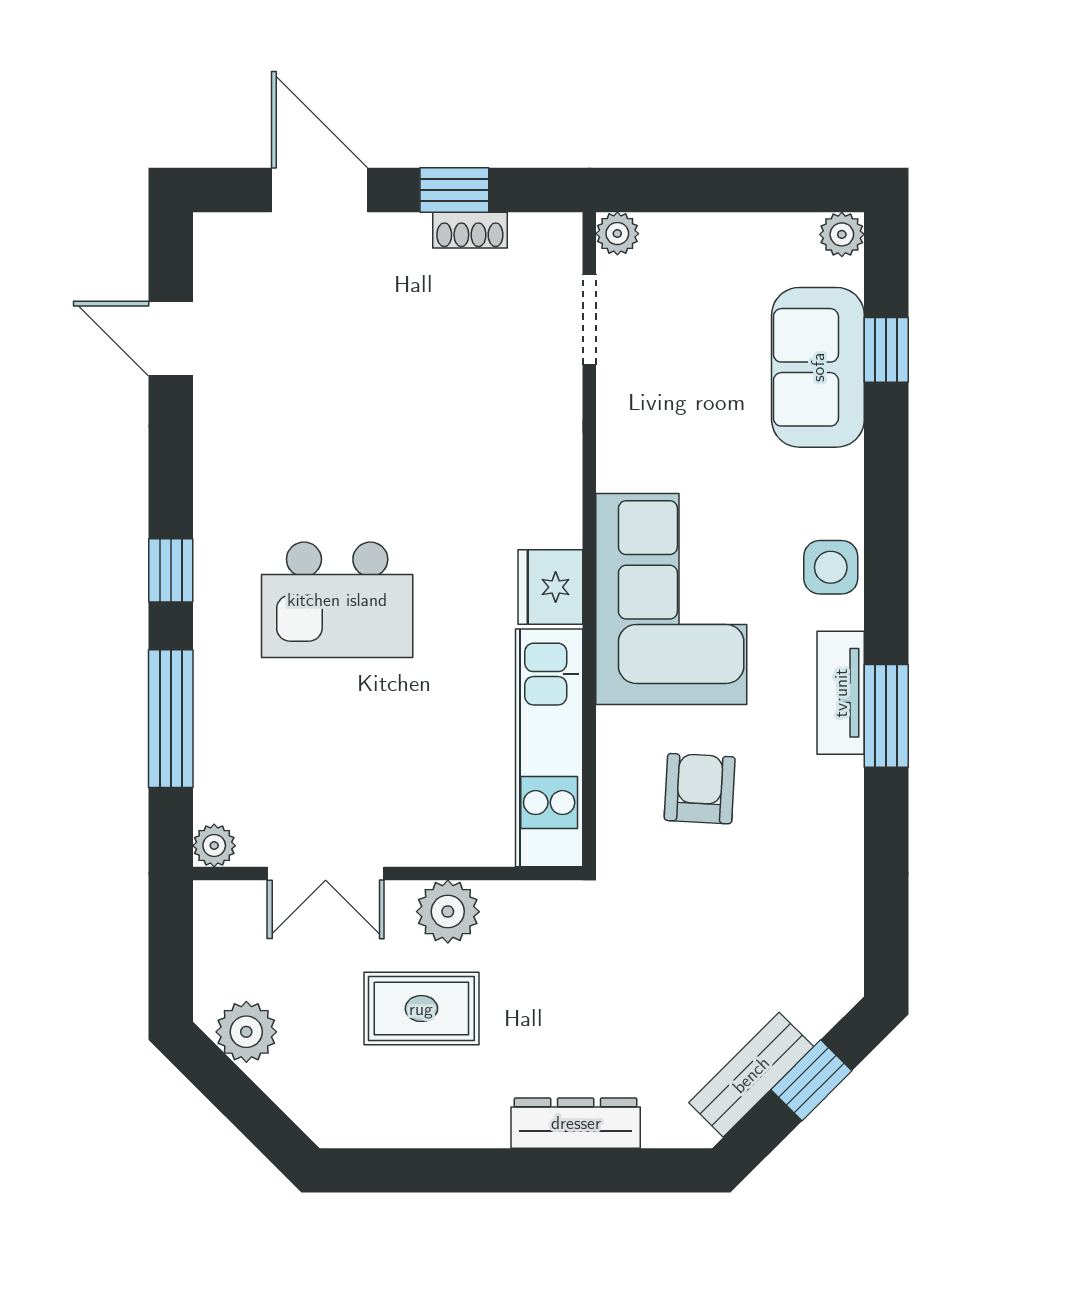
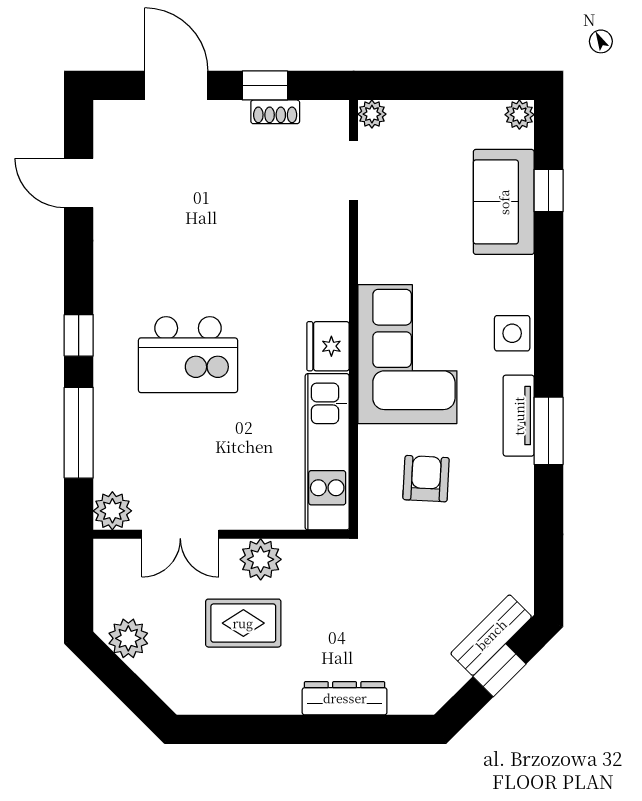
plant: (214, 846) -> (112, 511), width x1.38, depth x1.38
bench: (751, 1075) -> (491, 635), moved

